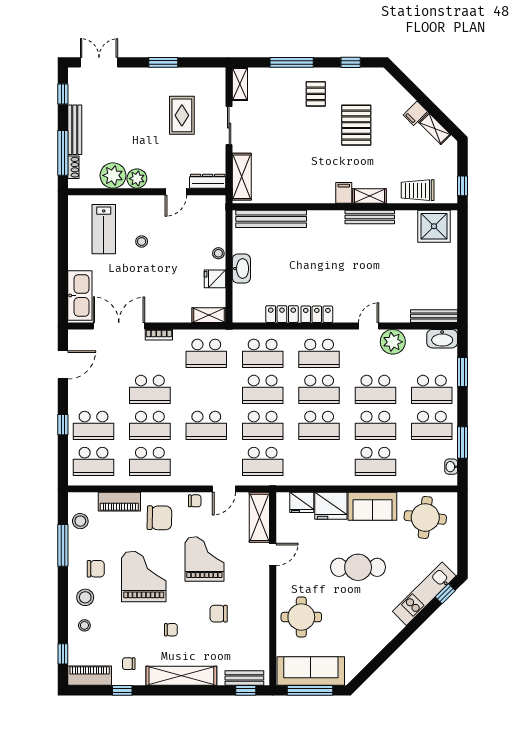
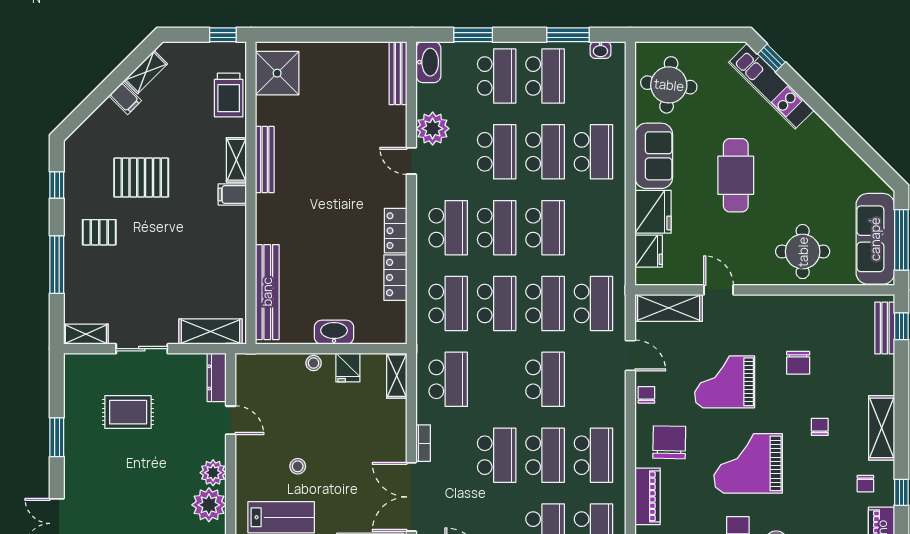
shelving: (181, 676) -> (882, 428), width x0.68

